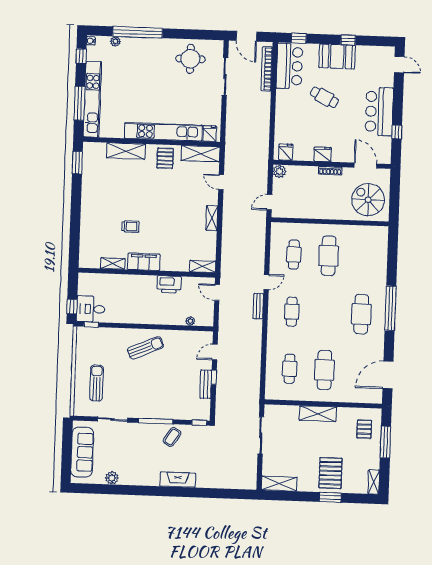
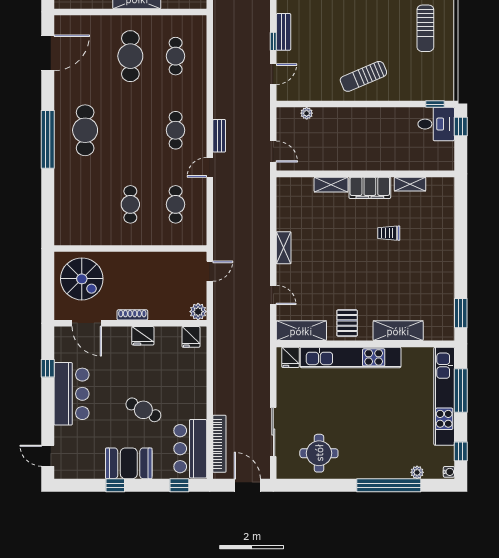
cafe table: (329, 256) -> (130, 204), width x0.73, depth x0.74
shelving: (203, 266) -> (331, 185), moved
printer: (169, 284) -> (336, 160), removed

